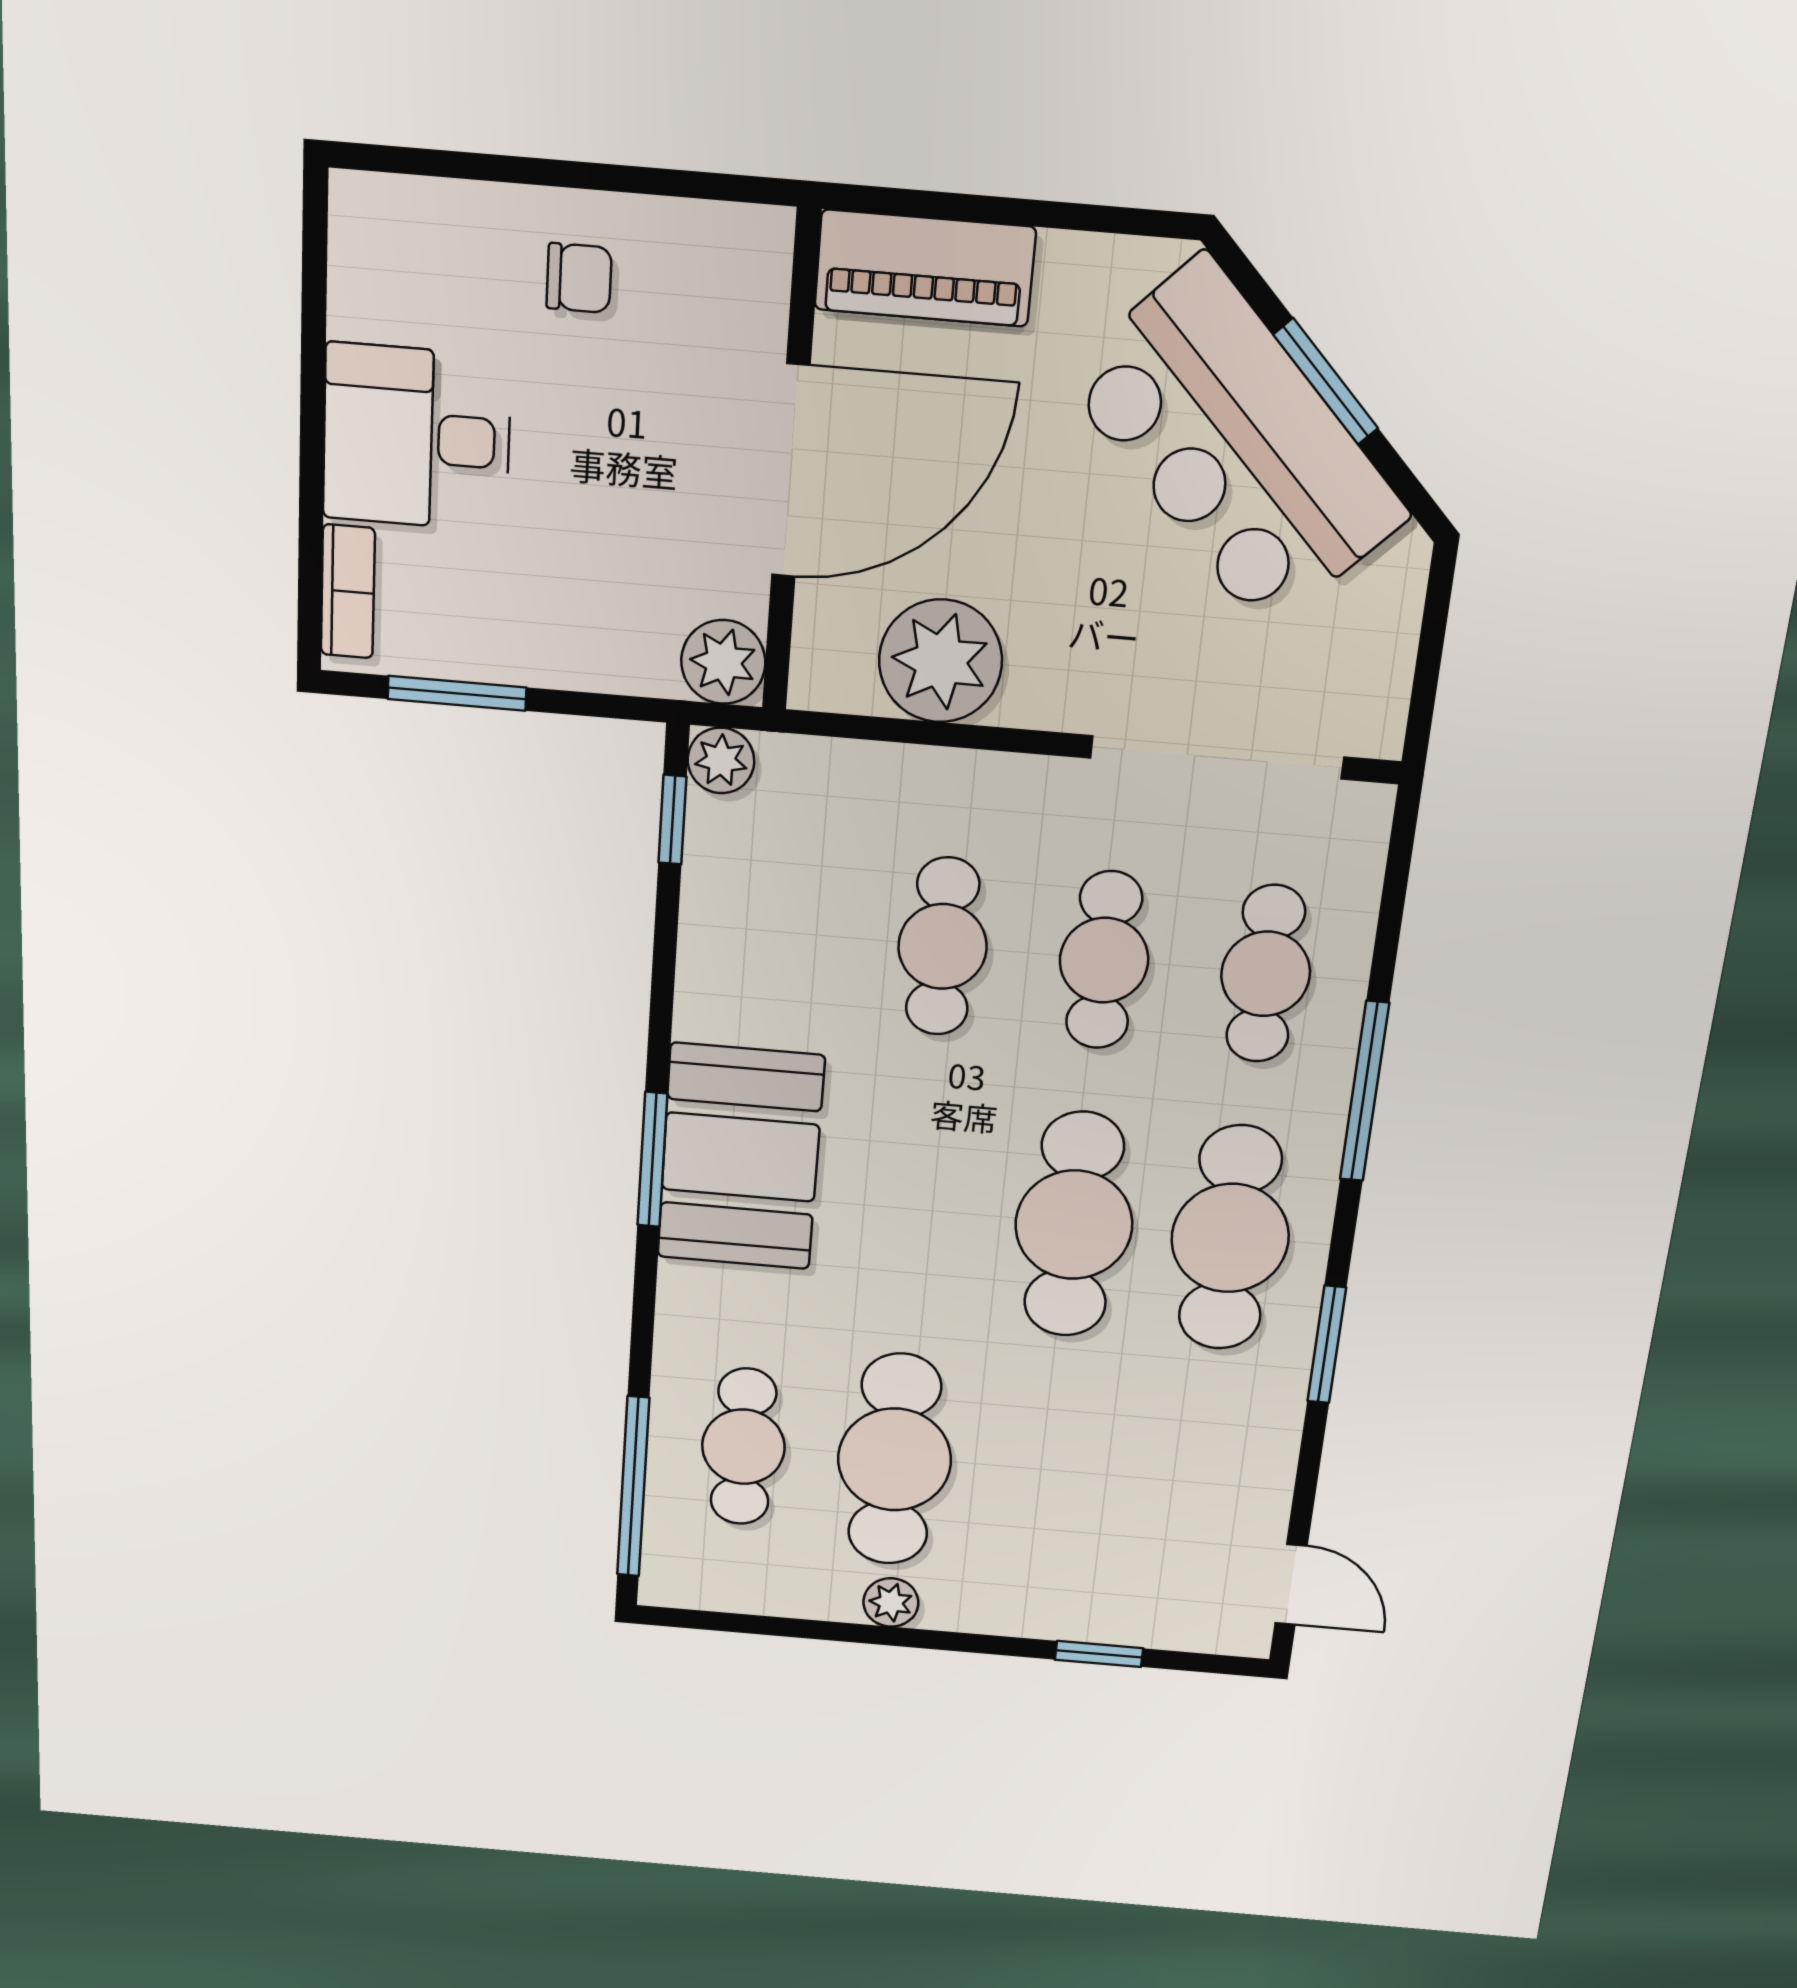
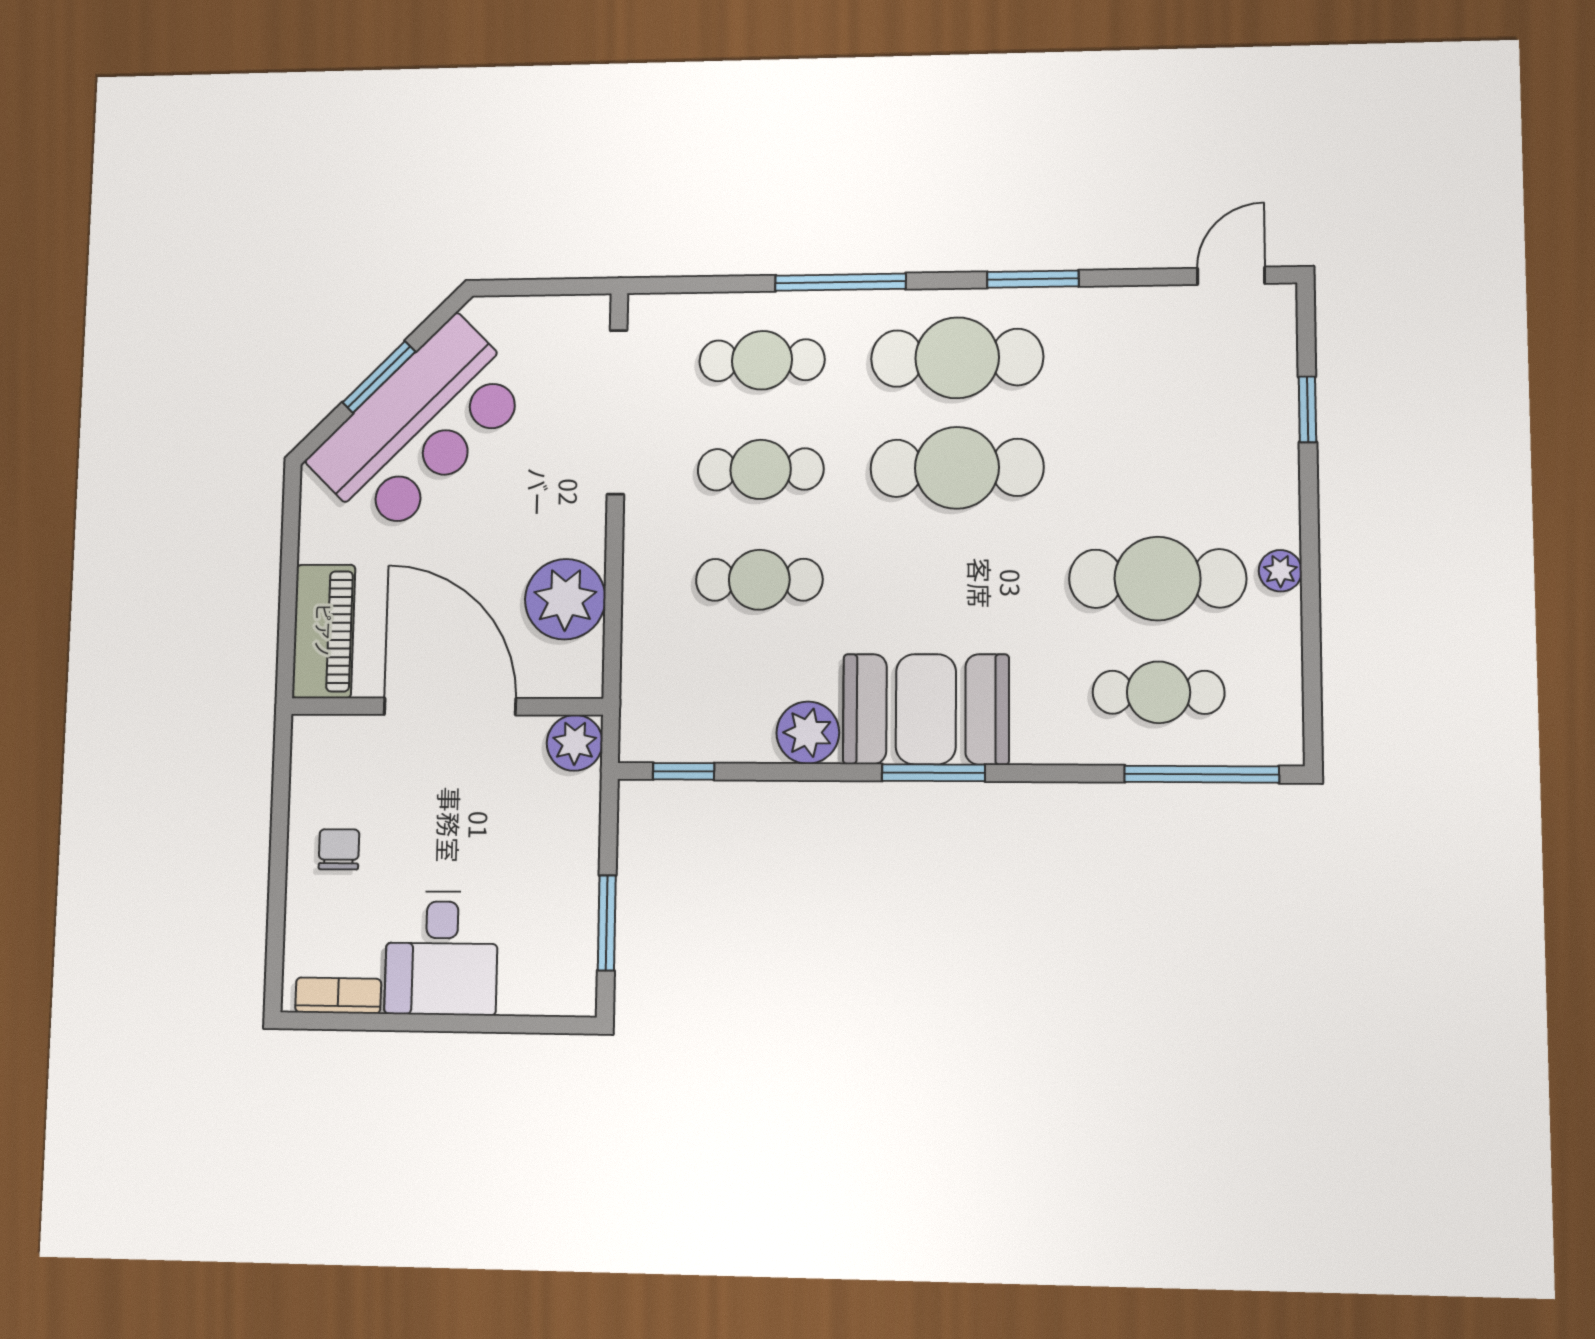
bookcase: (348, 592) -> (338, 996), moved
plant: (721, 760) -> (808, 733), moved, width x1.38, depth x1.38

